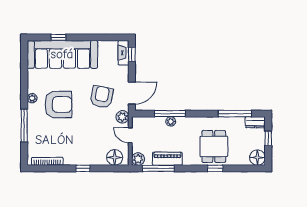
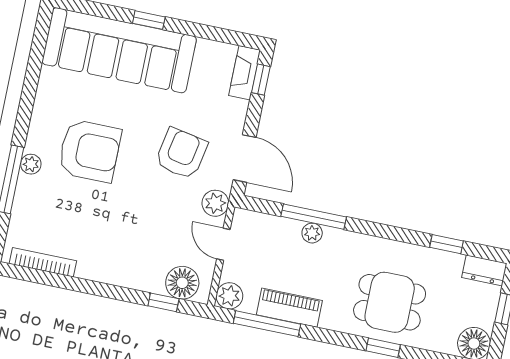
window: (58, 37) -> (149, 20), moved
door: (132, 93) -> (245, 159), hinge flipped
plant: (32, 98) -> (31, 164), moved
window: (235, 114) -> (446, 244), width x0.46
dining table: (214, 146) -> (390, 302), turned 90
window: (83, 168) -> (163, 302), moved

